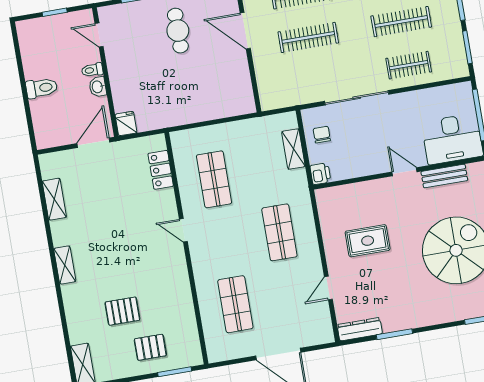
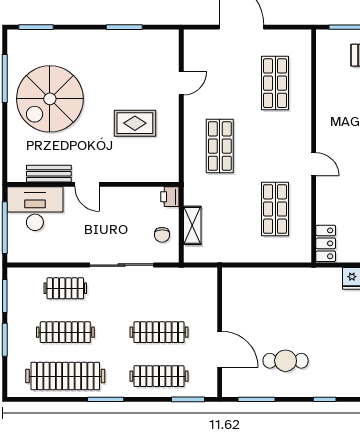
cafe table: (178, 31) -> (286, 361), turned 90
locker: (161, 170) -> (326, 243), moved
dresser: (360, 329) -> (157, 38), removed

